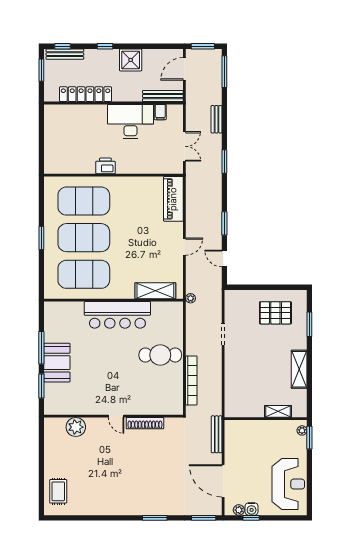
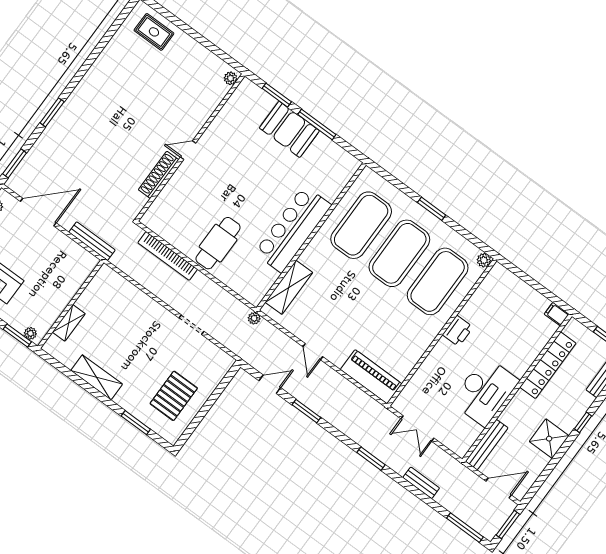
door: (184, 69) -> (499, 488), hinge flipped
filing cabinet: (160, 112) -> (557, 314), moved
plant: (49, 182) -> (484, 260), added
plant: (76, 427) -> (231, 78), moved, width x0.53, depth x0.53

